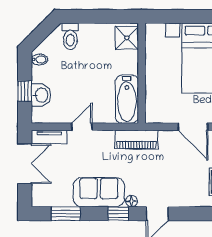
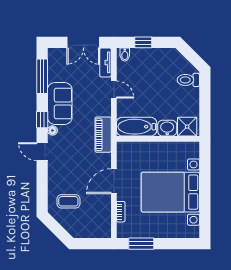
bidet: (40, 59) -> (125, 55), moved
washbasin: (41, 95) -> (167, 128), moved, turned 180
window: (66, 214) -> (42, 76), width x1.44

